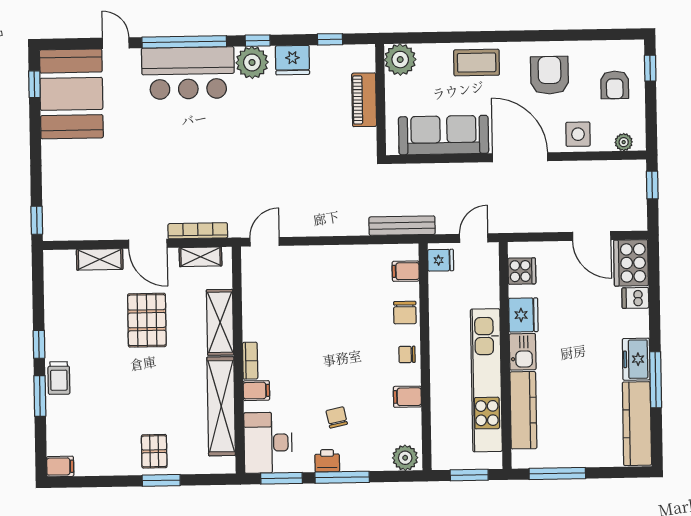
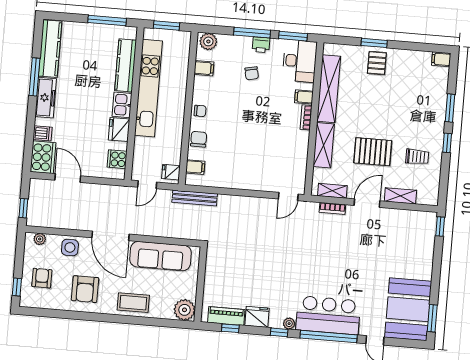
plant: (252, 62) -> (289, 324), width x0.53, depth x0.53
window: (34, 84) -> (432, 318), width x1.50
piano: (364, 100) -> (226, 316), moved, turned -90
bookcase: (198, 231) -> (332, 208), width x0.64
door: (148, 244) -> (367, 203), hinge flipped
pallet: (147, 320) -> (373, 152), turned 90
freezer: (636, 359) -> (46, 98), width x1.40
trolley: (59, 378) -> (417, 157), moved, turned 90
filing cabinet: (407, 397) -> (204, 68), moved

